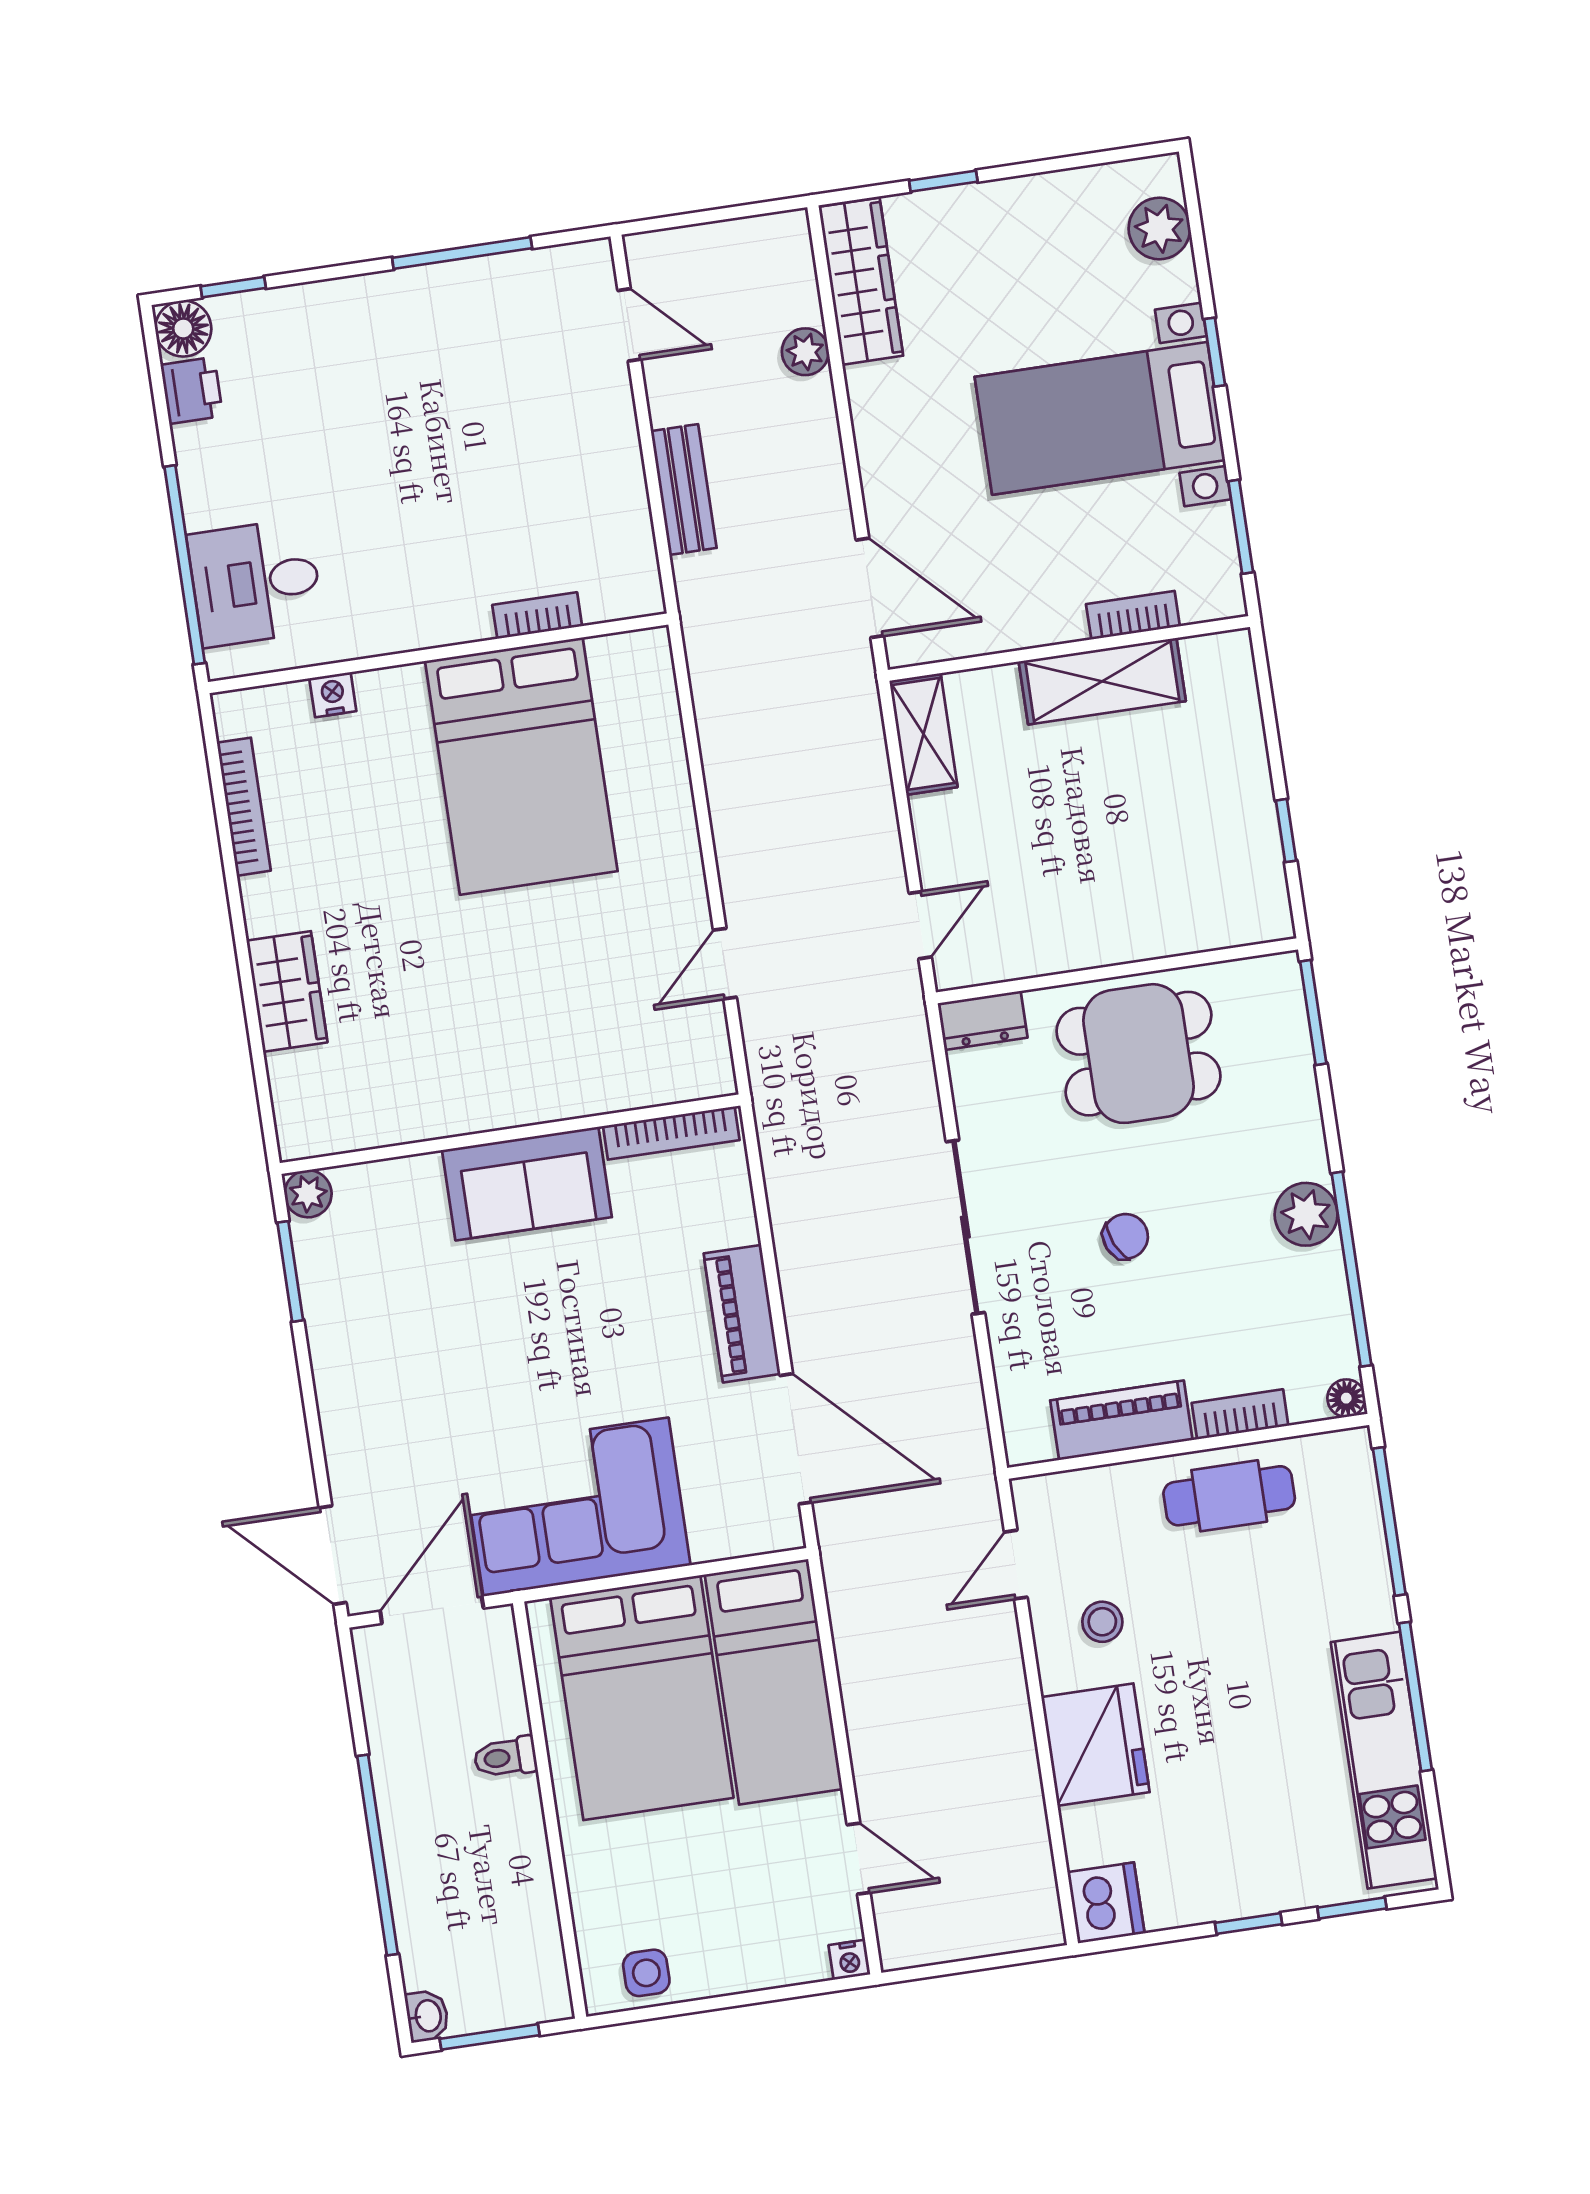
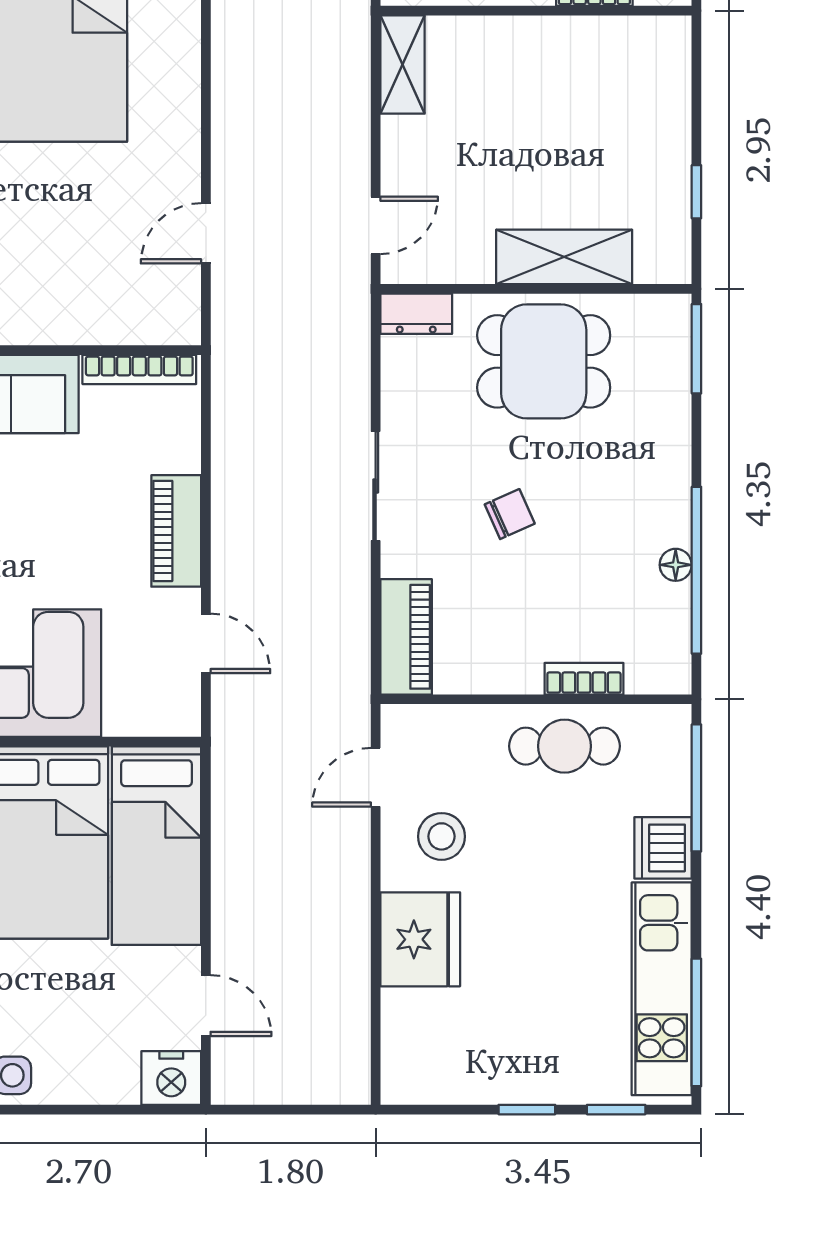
shelving: (1102, 681) -> (564, 257), moved
plant: (1306, 1214) -> (665, 518), removed
sliding door: (965, 1227) -> (376, 486), width x0.73
floor lamp: (1346, 1398) -> (676, 565), moved
piano: (1121, 1420) -> (406, 637), moved, turned 90
door: (796, 1439) -> (206, 643), width x0.53
stool: (1102, 1622) -> (442, 836), width x1.37, depth x1.37
window: (1415, 1697) -> (696, 1022), moved
dishwasher: (1106, 1903) -> (663, 848), moved, turned 180
nightstand: (849, 1960) -> (171, 1078), width x1.89, depth x1.79

